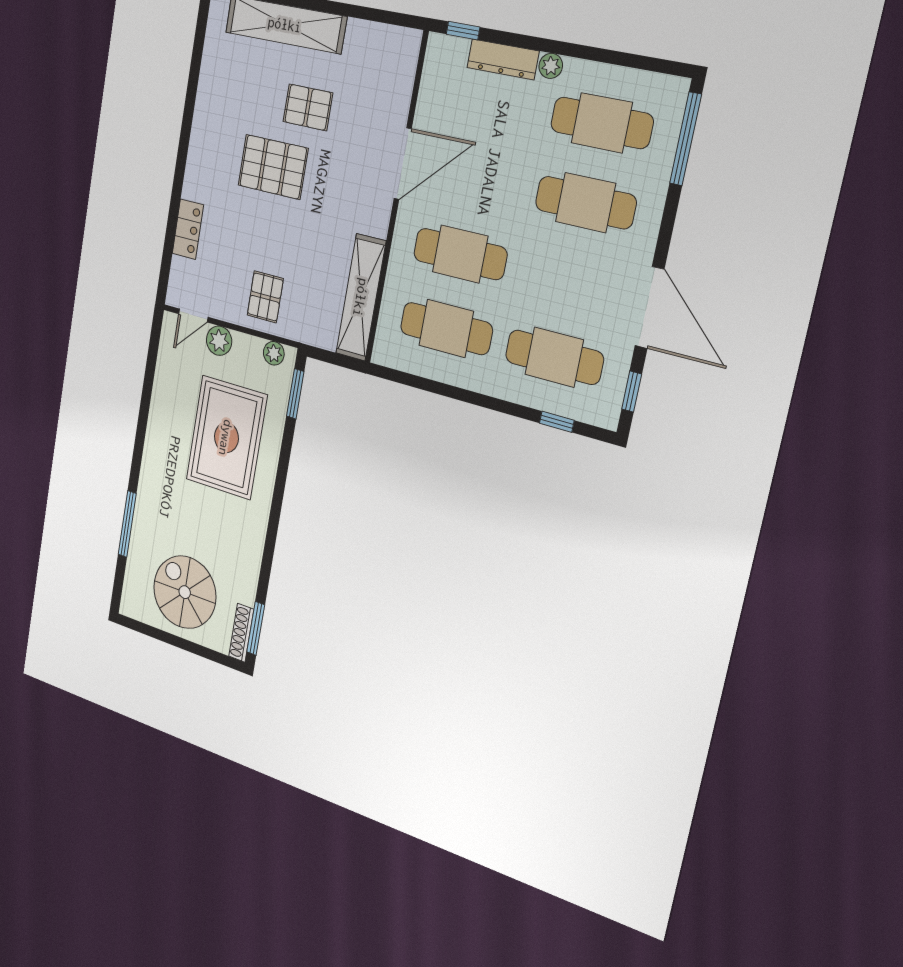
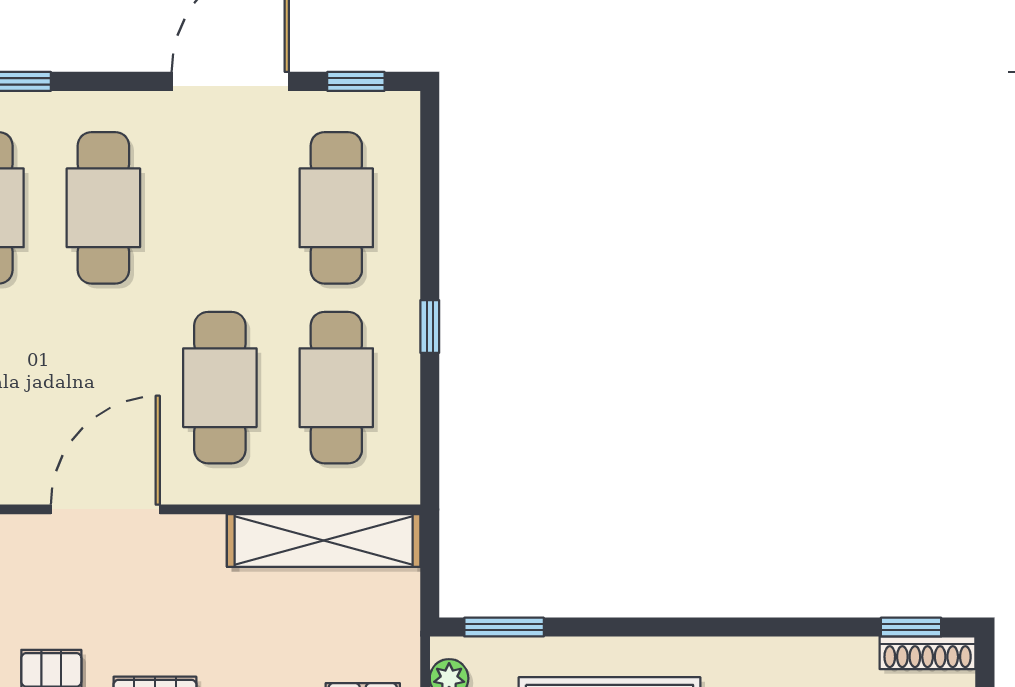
door: (403, 164) -> (105, 509), hinge flipped
window: (557, 422) -> (430, 326), moved
window: (256, 628) -> (911, 627), width x0.67

